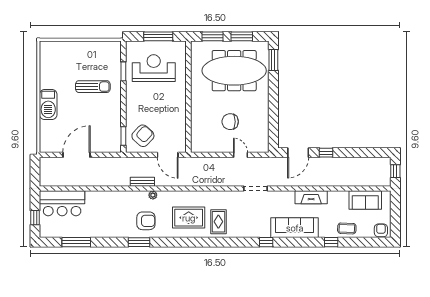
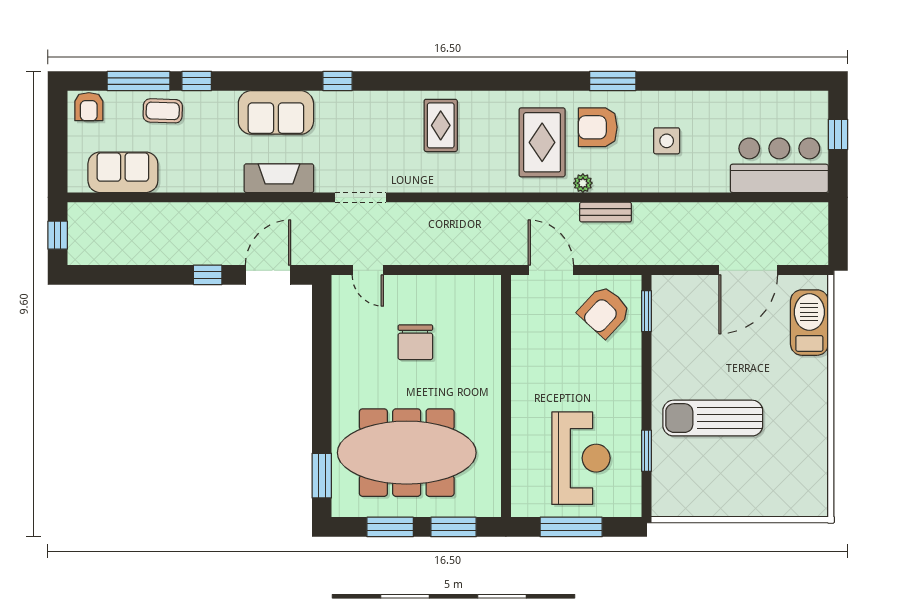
reception desk: (154, 68) -> (581, 458), turned -90
sun lounger: (93, 87) -> (713, 418), width x1.36, depth x1.34
barbecue: (48, 105) -> (809, 323), moved
chair: (230, 122) -> (415, 342), turned 90
door: (240, 155) -> (368, 270), moved
fireplace: (311, 197) -> (279, 178), moved
side table: (114, 215) -> (667, 141), added
rug: (189, 218) -> (542, 142), moved, turned 90
sofa: (295, 228) -> (276, 112), width x0.73
window: (76, 242) -> (139, 81), moved

